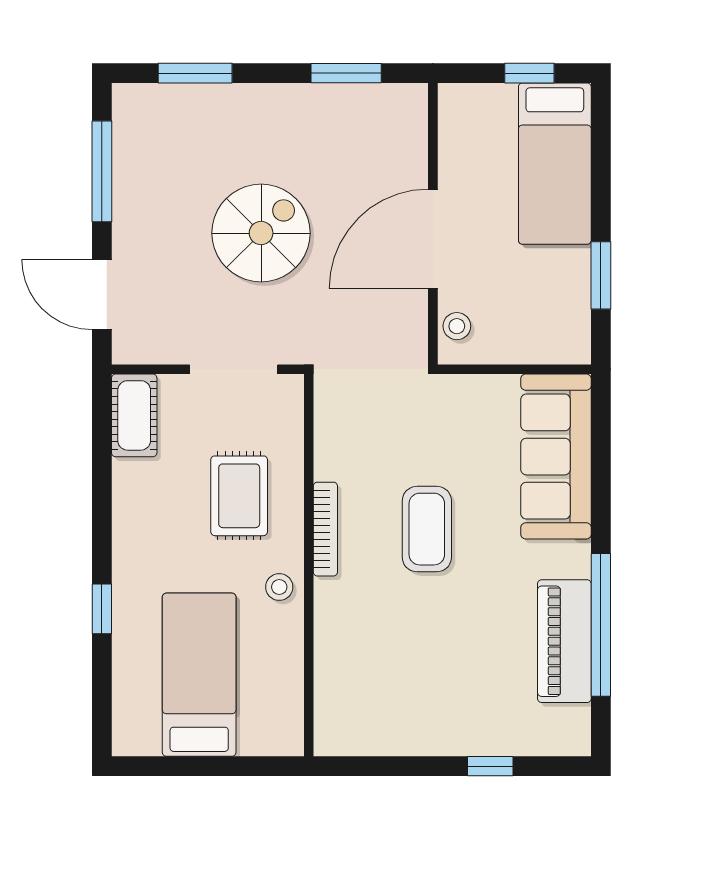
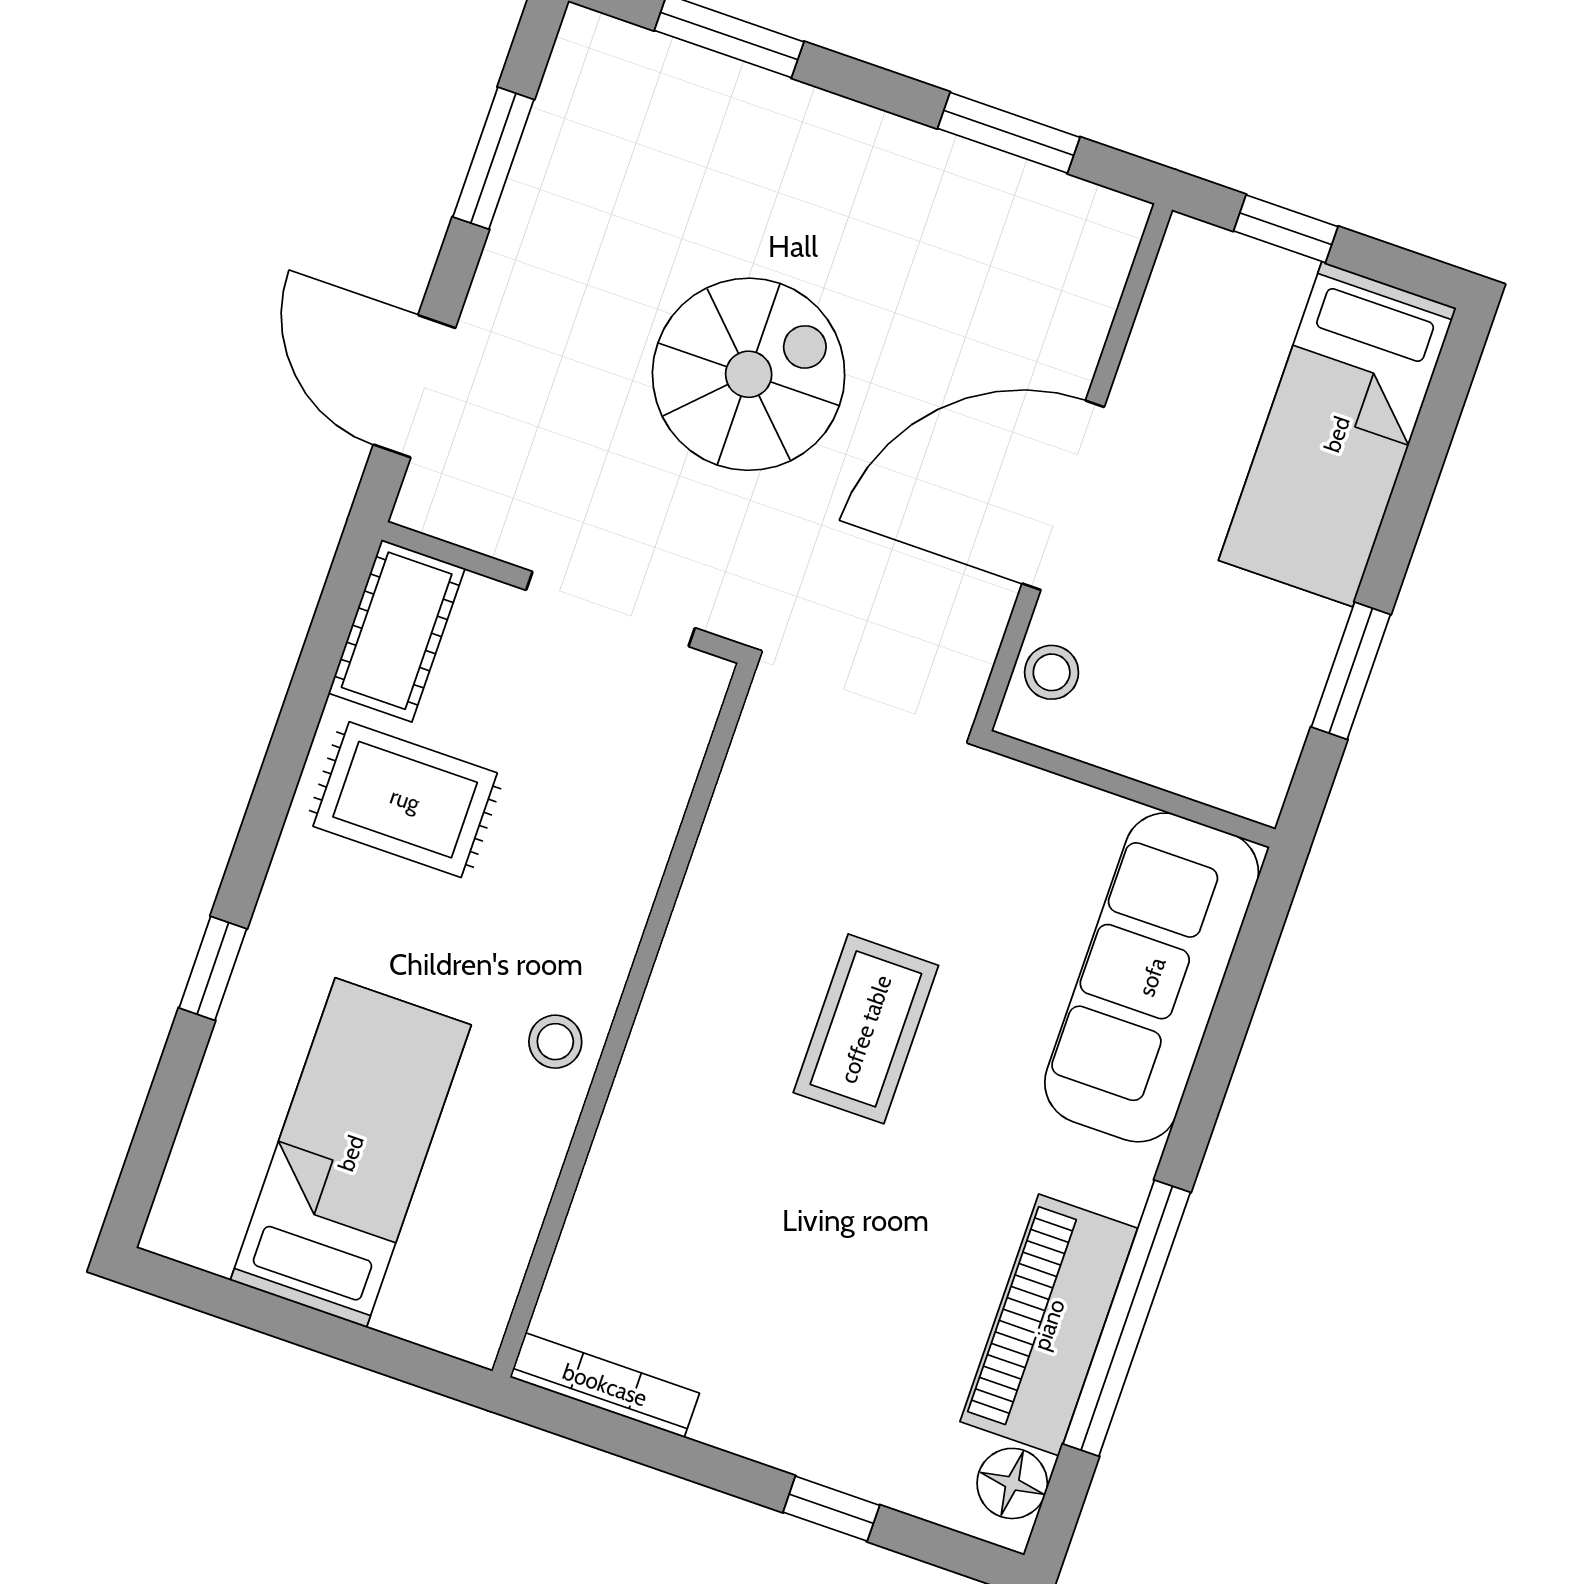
window: (529, 73) -> (1286, 229), moved
window: (102, 171) -> (493, 158), width x0.69
rug: (239, 496) -> (405, 800), moved, turned 90
bookcase: (325, 529) -> (605, 1385), moved, turned -90
floor lamp: (573, 724) -> (1012, 1483), added

